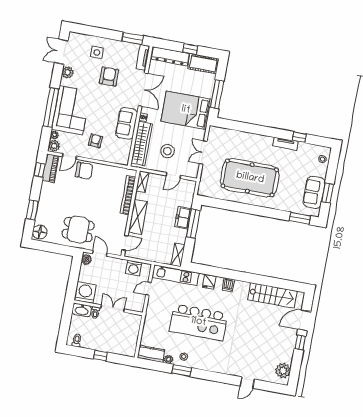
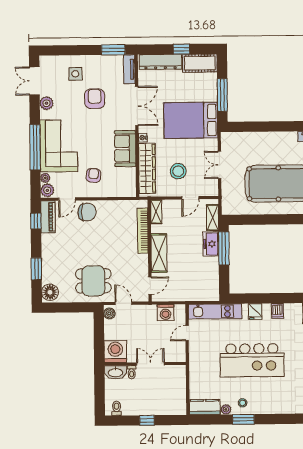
shelving: (178, 255) -> (213, 218), moved

